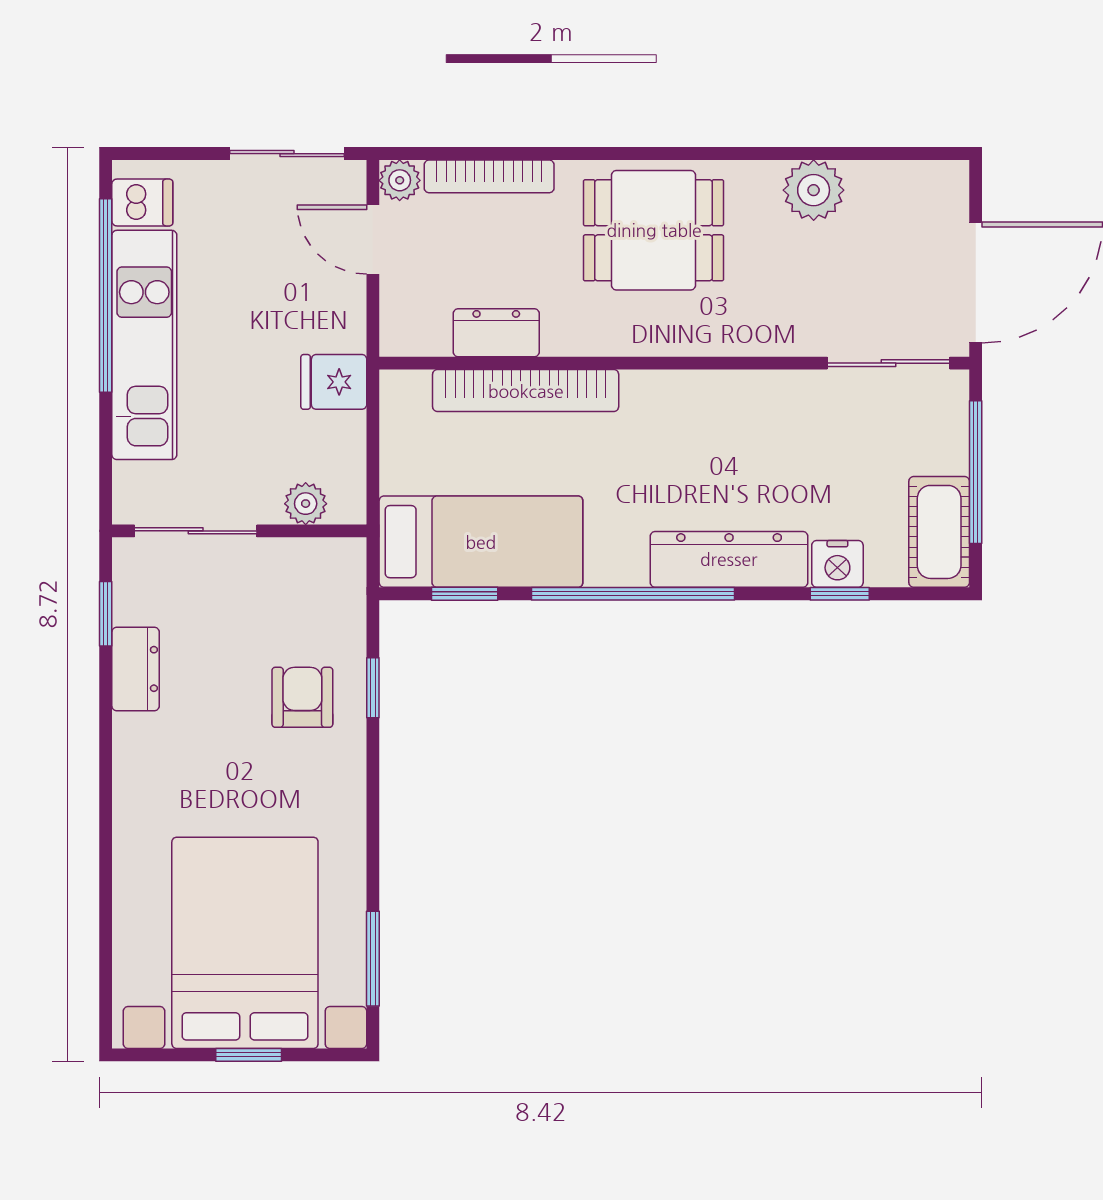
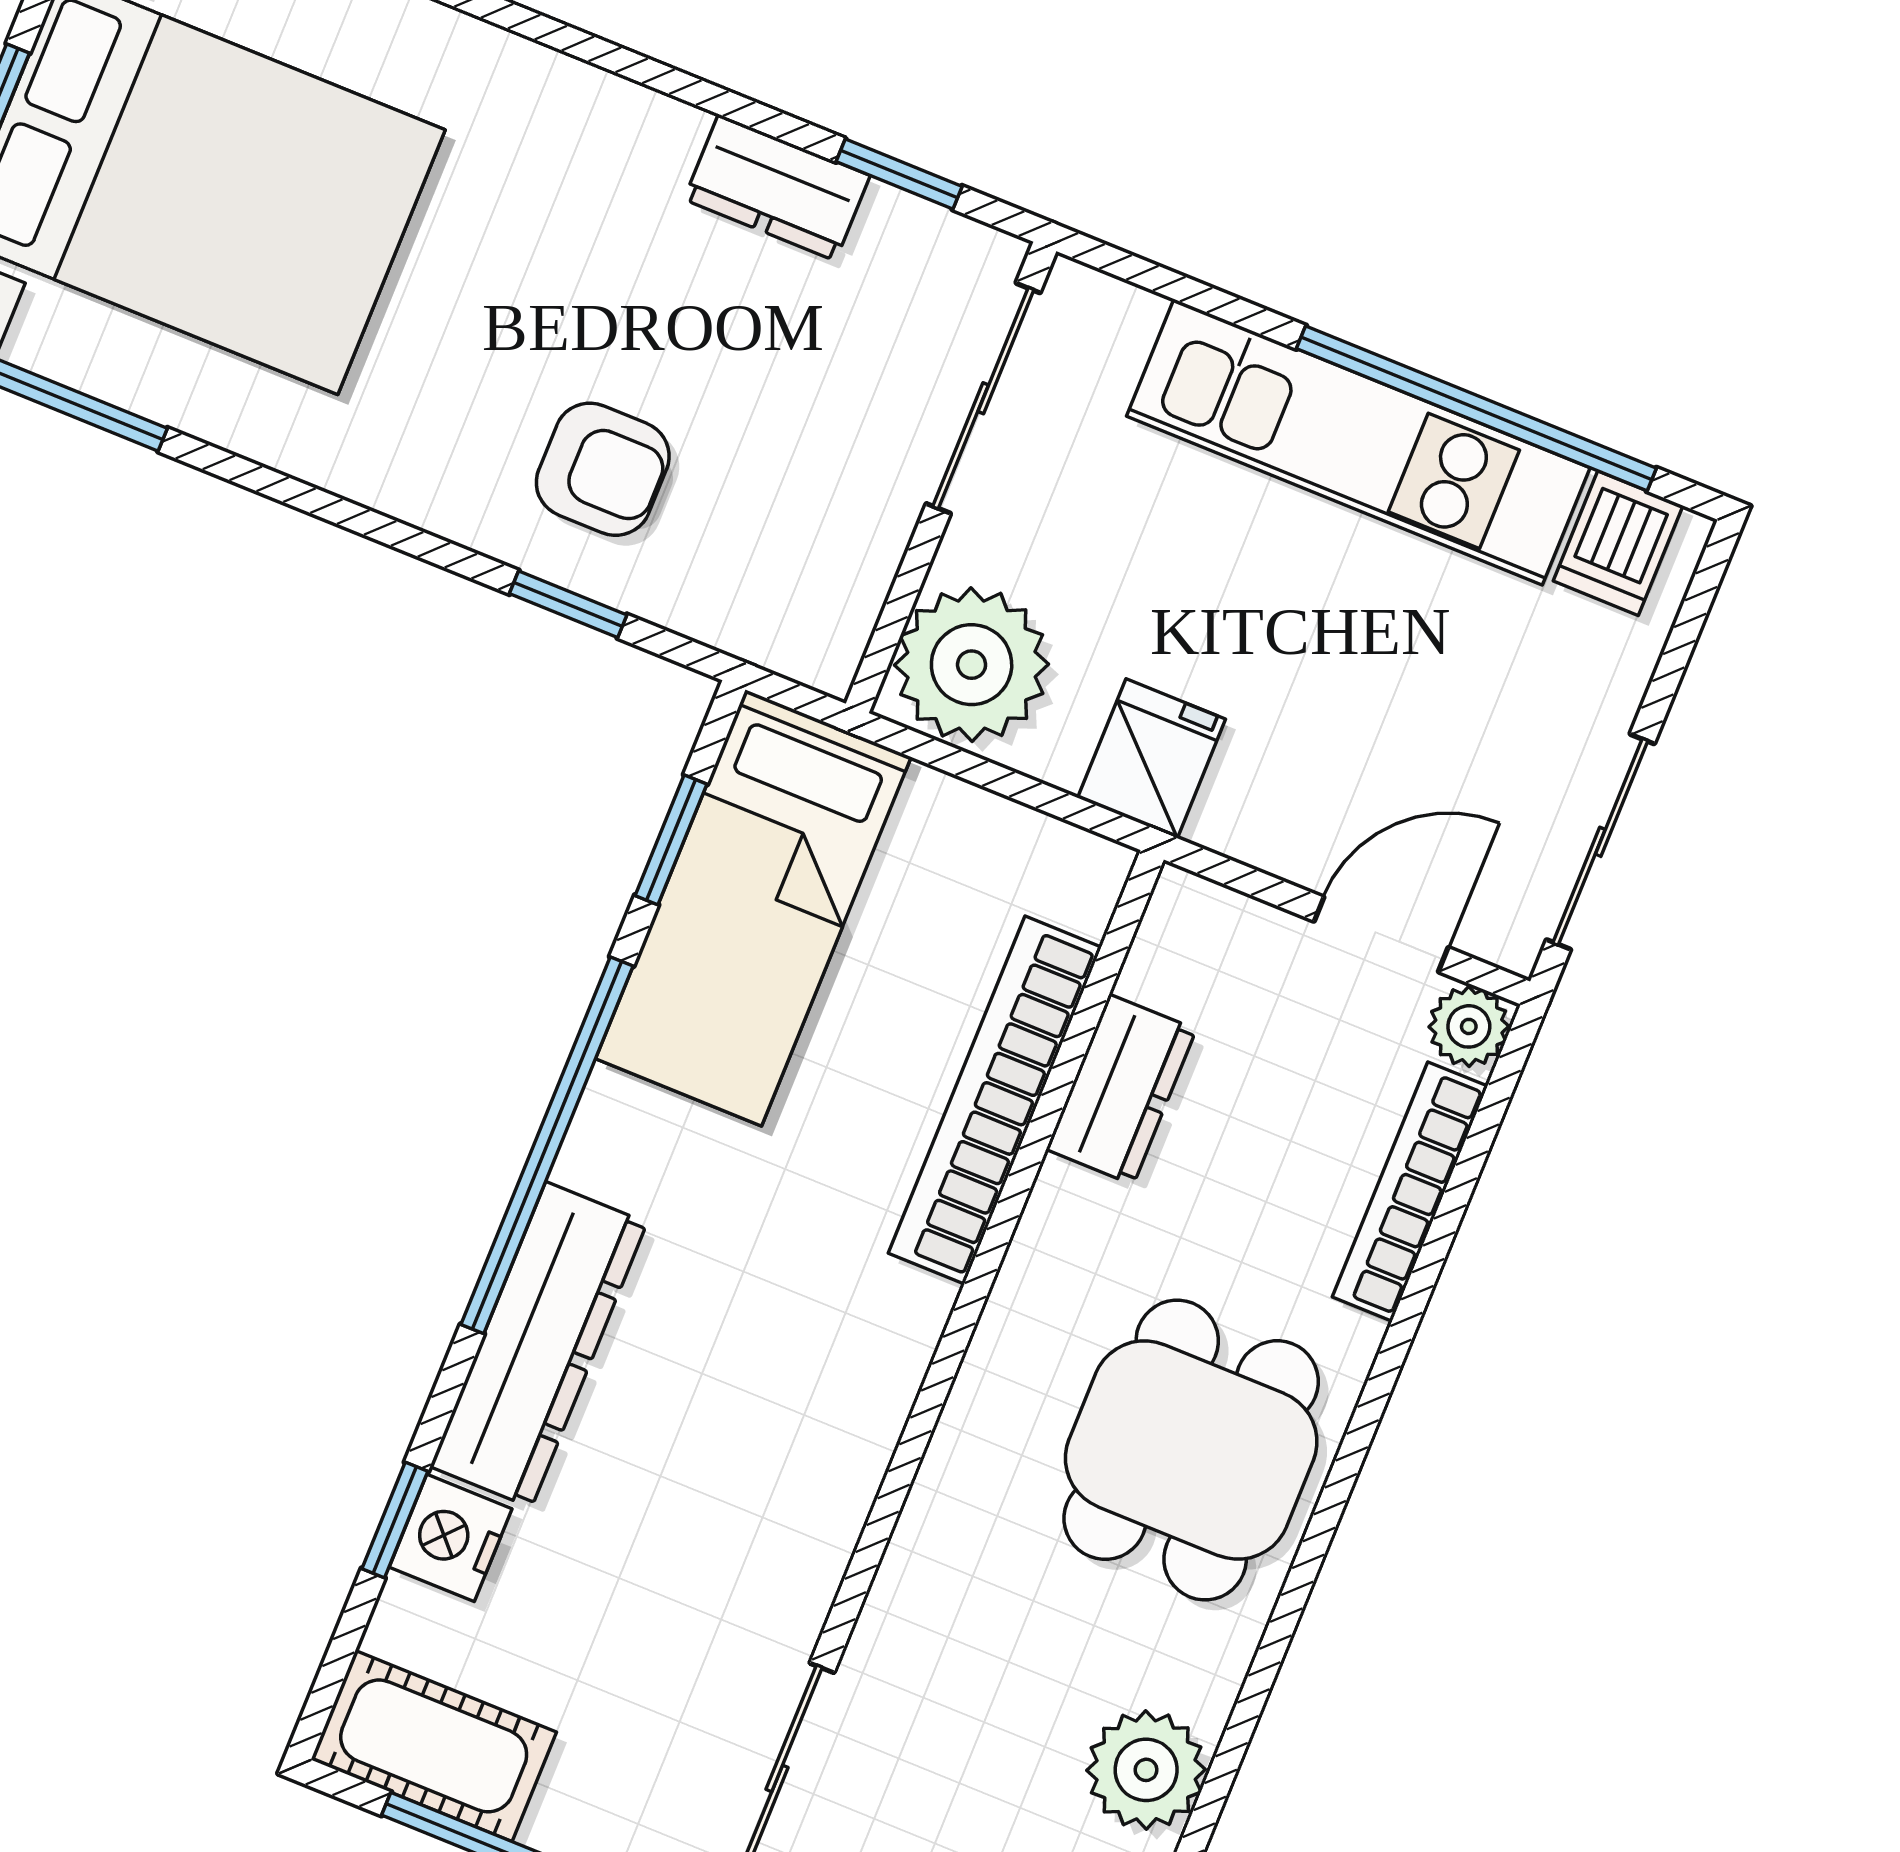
plant: (306, 504) -> (972, 665), width x1.88, depth x1.88

